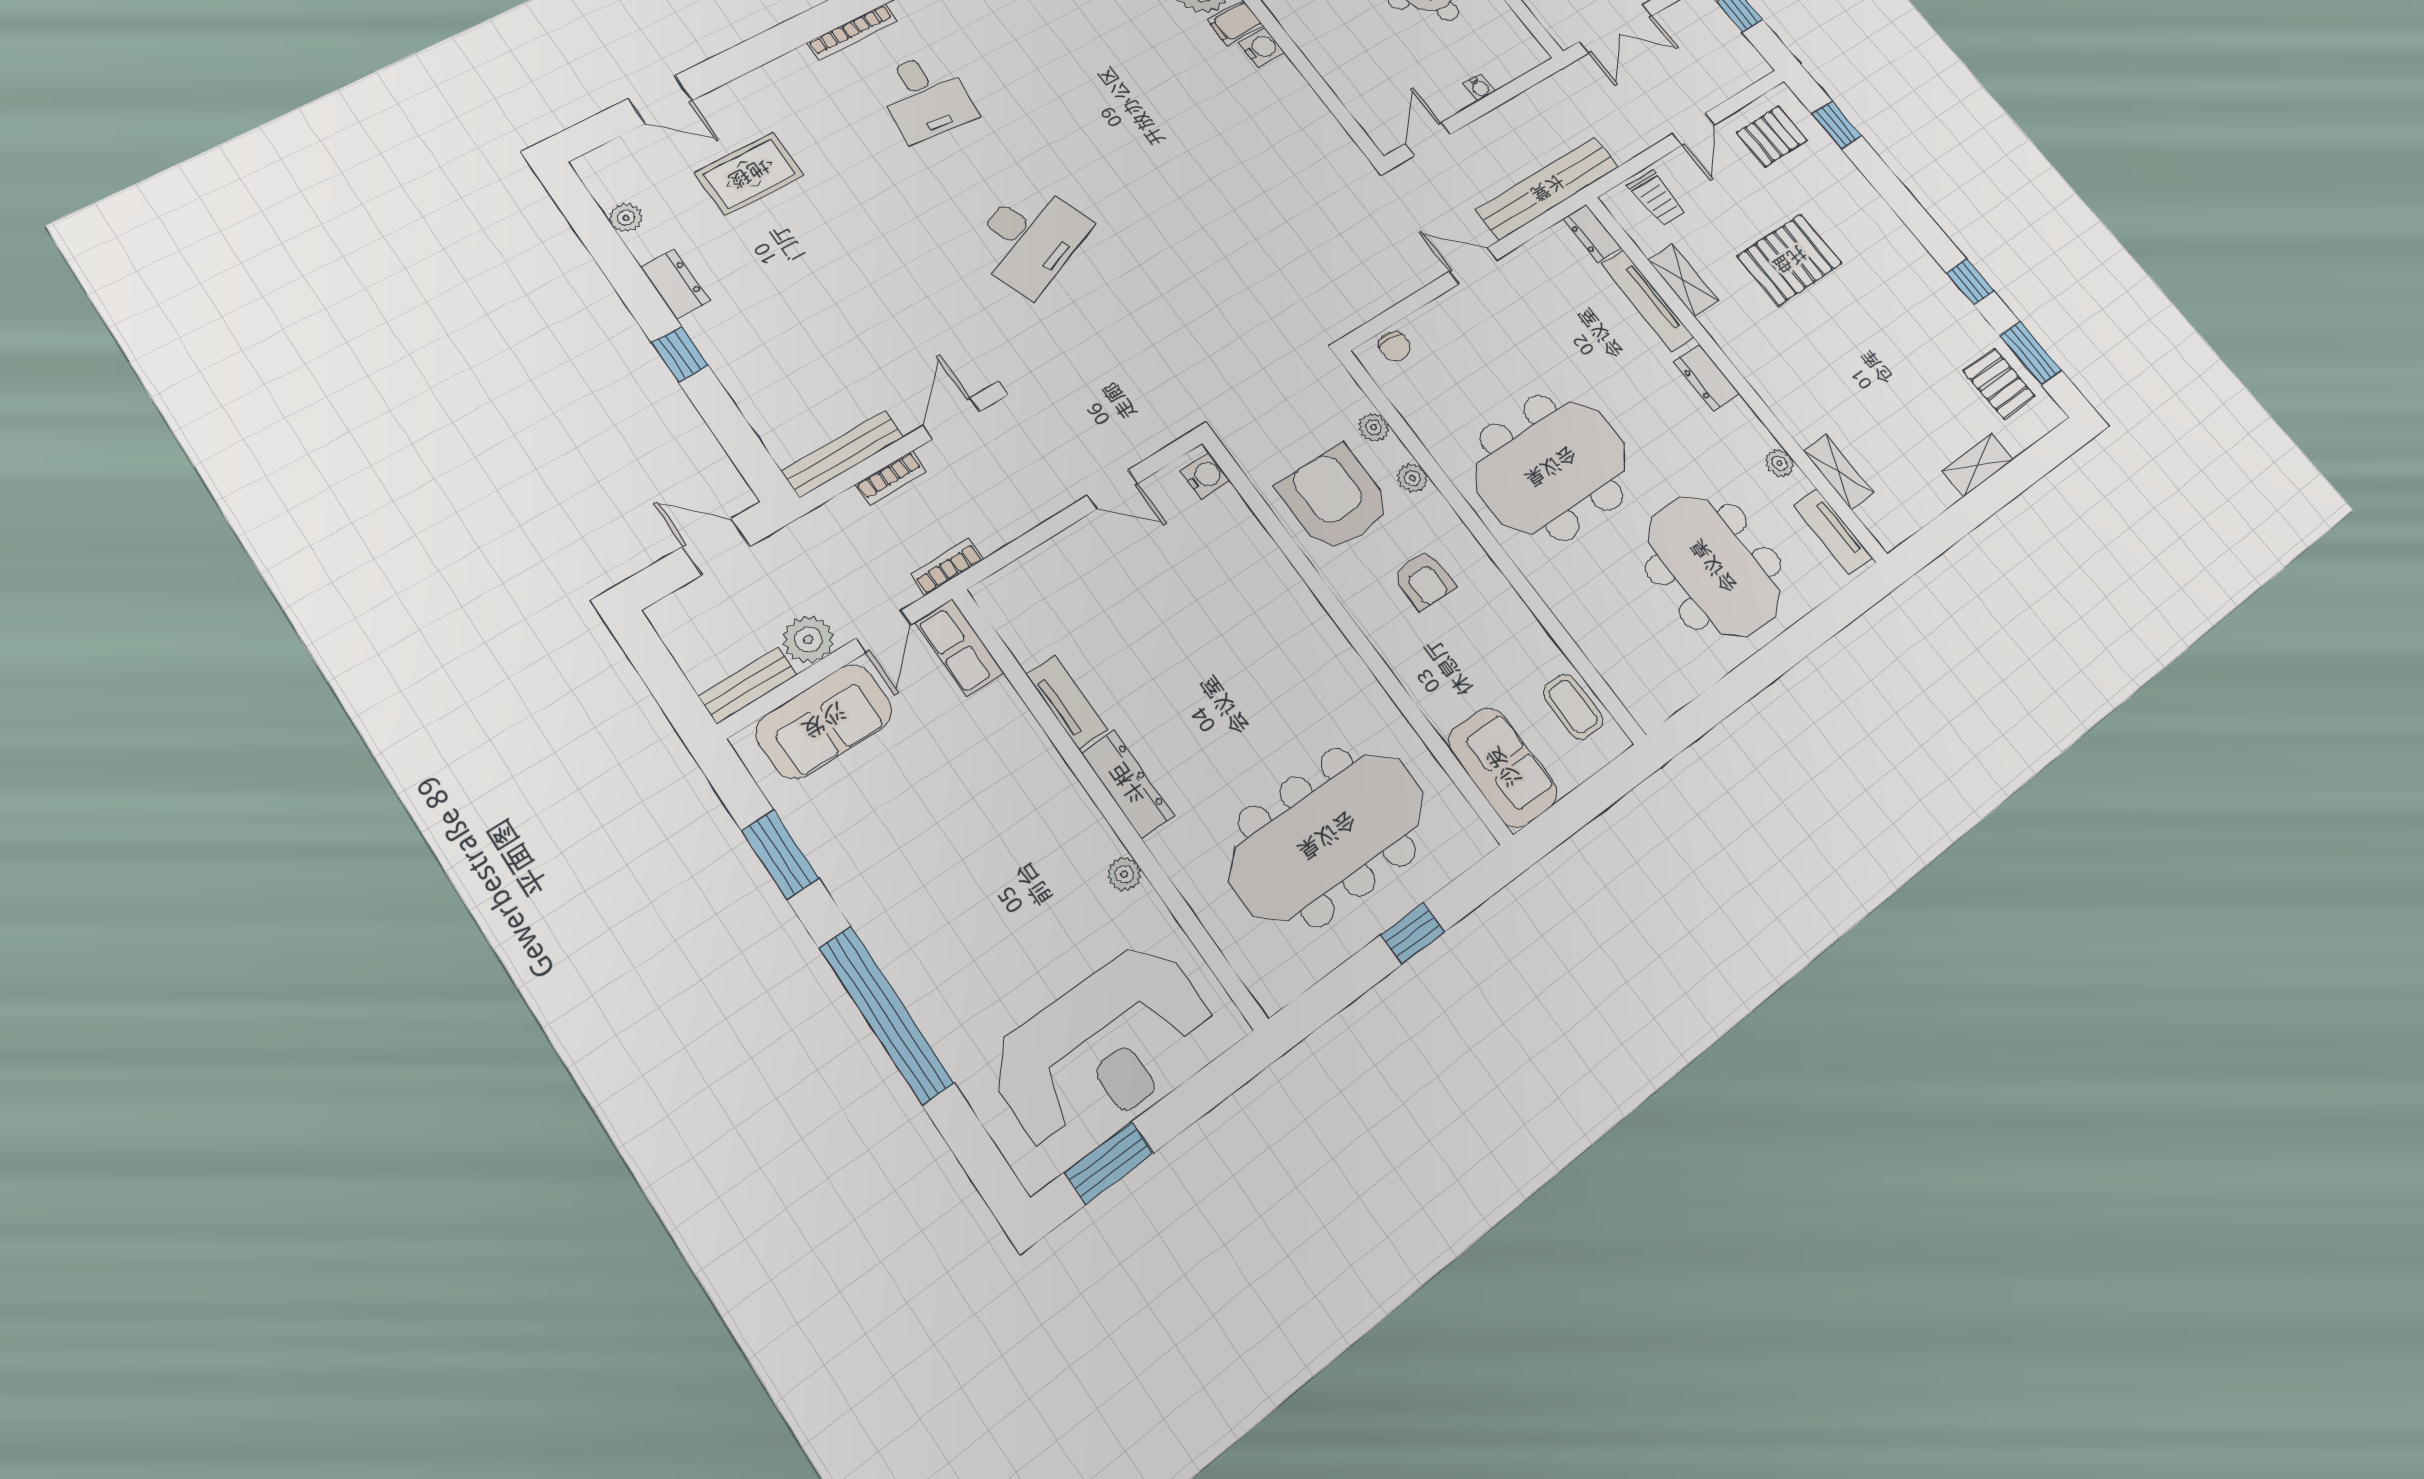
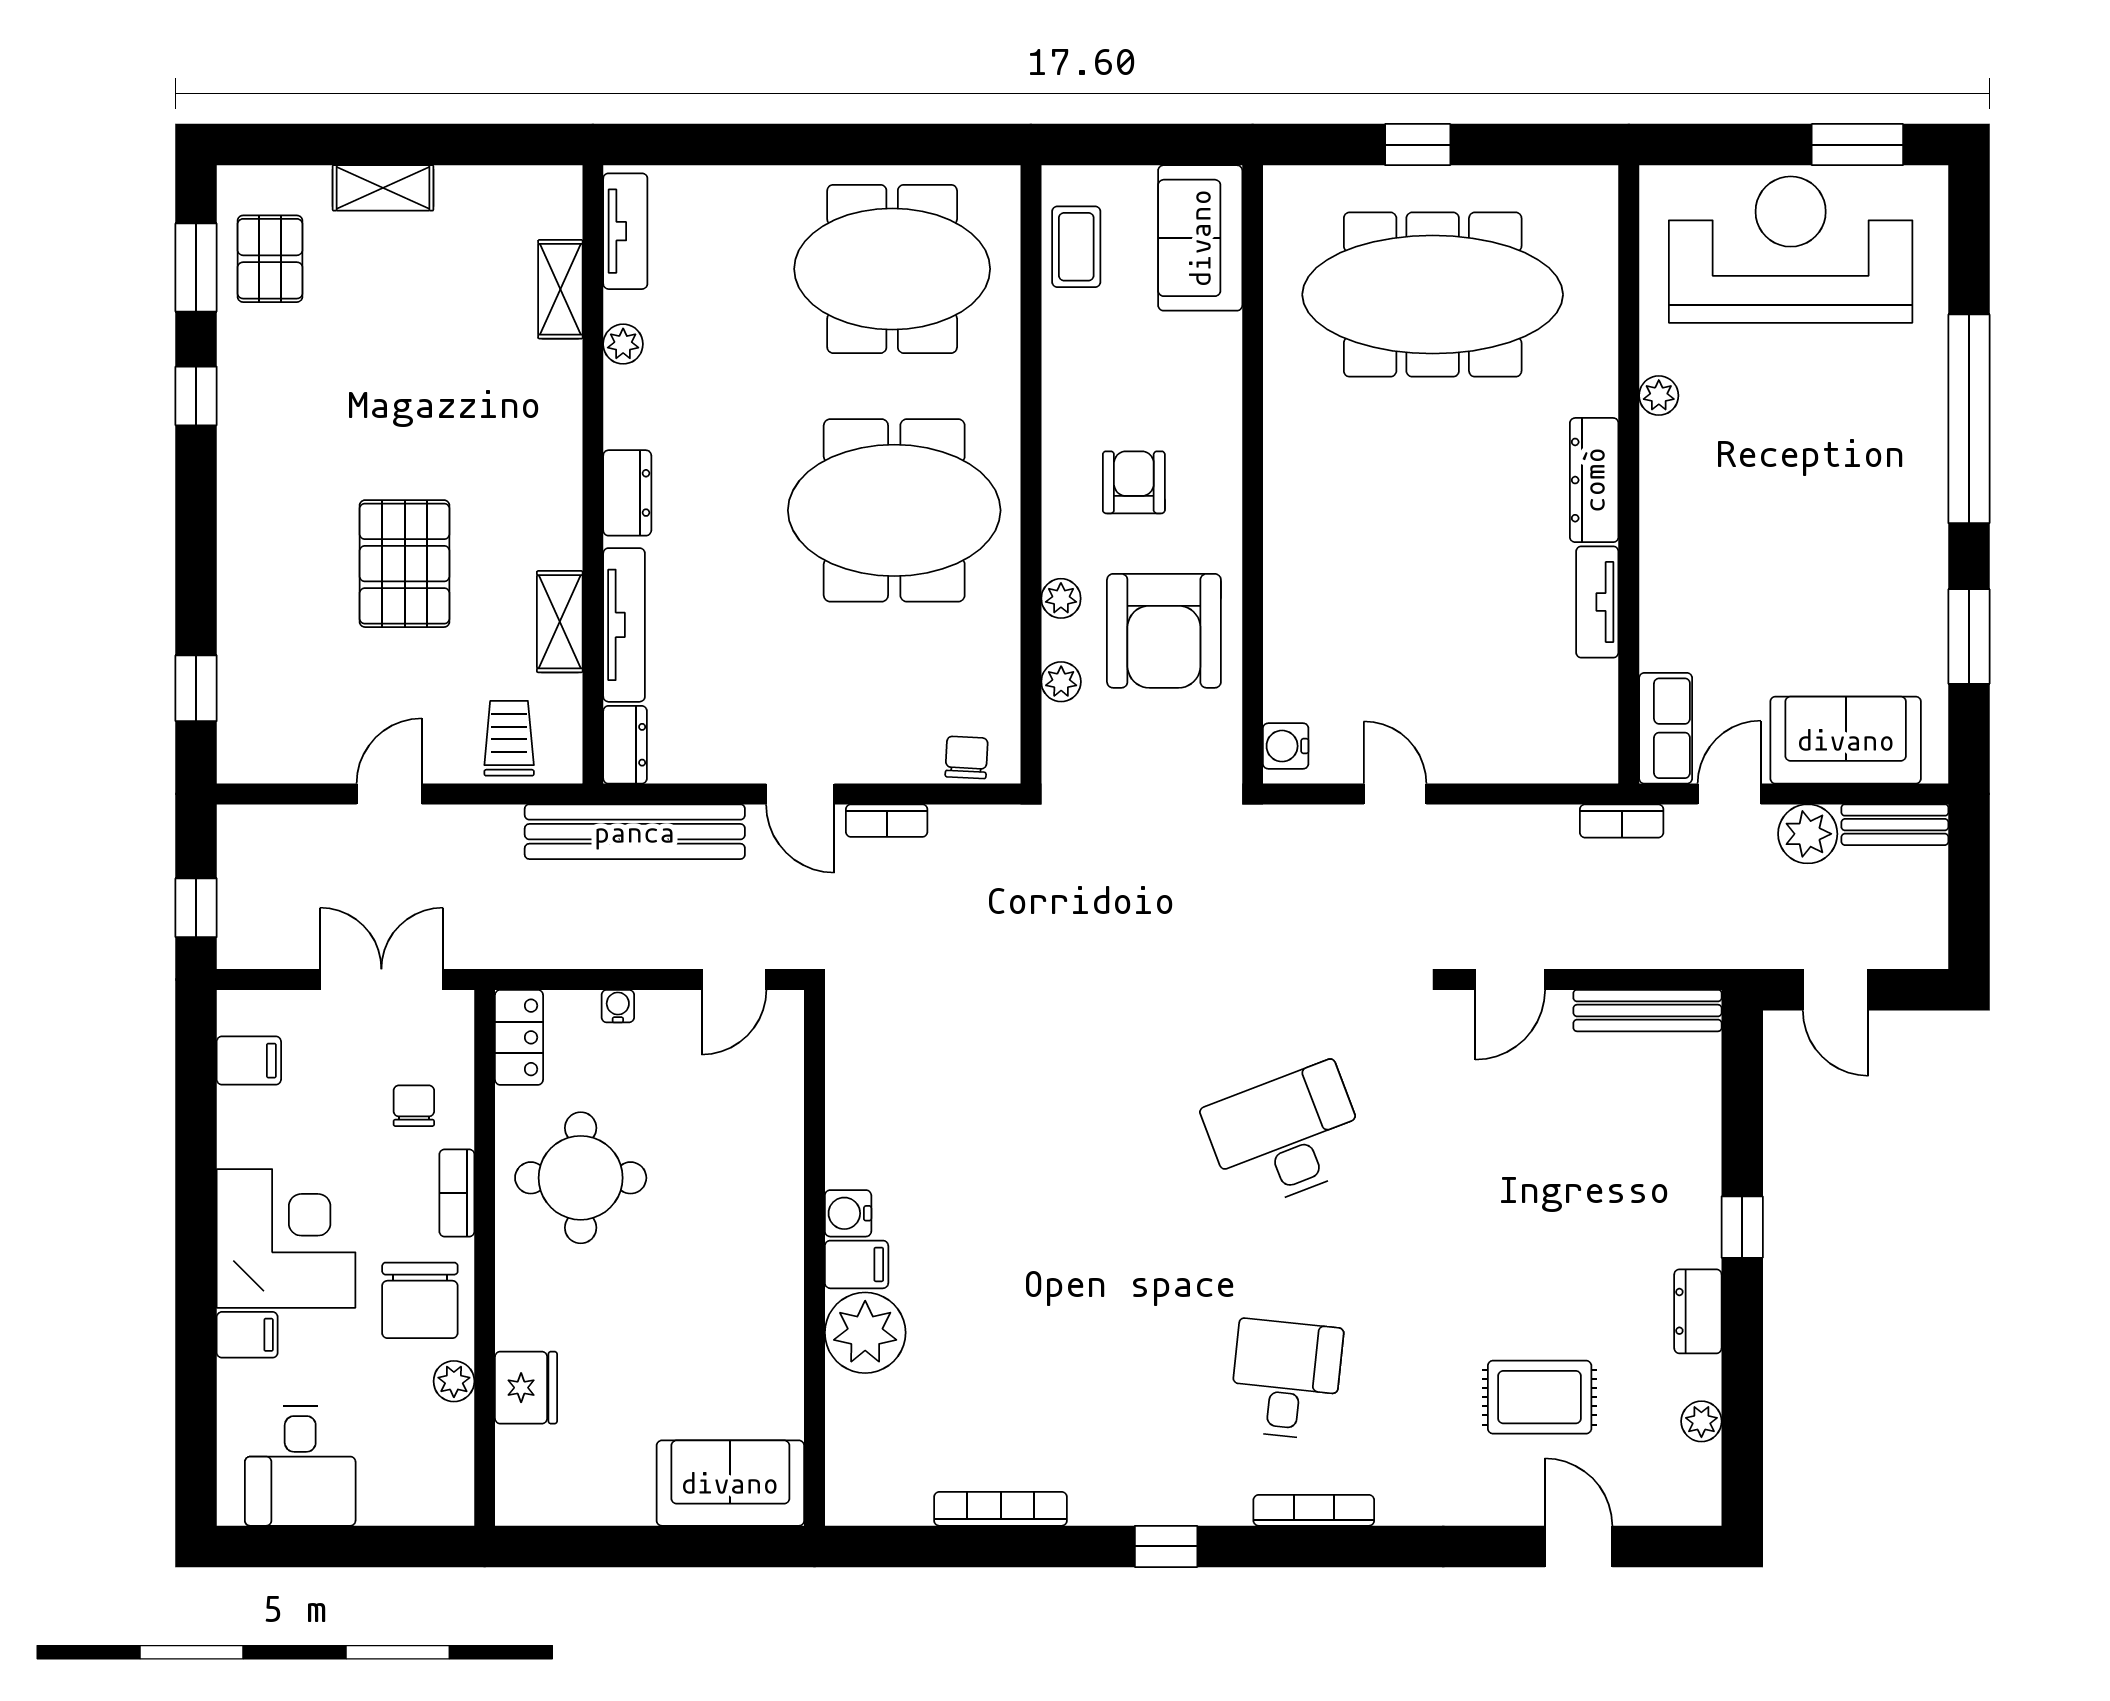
locker: (1519, 40) -> (519, 1037), added
pallet: (1772, 136) -> (295, 725), removed
pallet: (1790, 260) -> (405, 564), turned 90
bookcase: (891, 478) -> (887, 821), moved, turned 180
meeting table: (1713, 566) -> (892, 269), moved, turned 90

